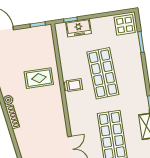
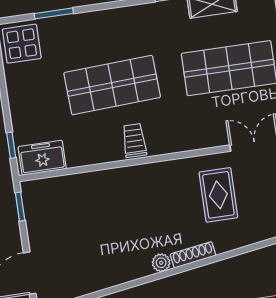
freezer: (79, 28) -> (42, 158), moved, turned -90
rug: (39, 78) -> (218, 195), moved

